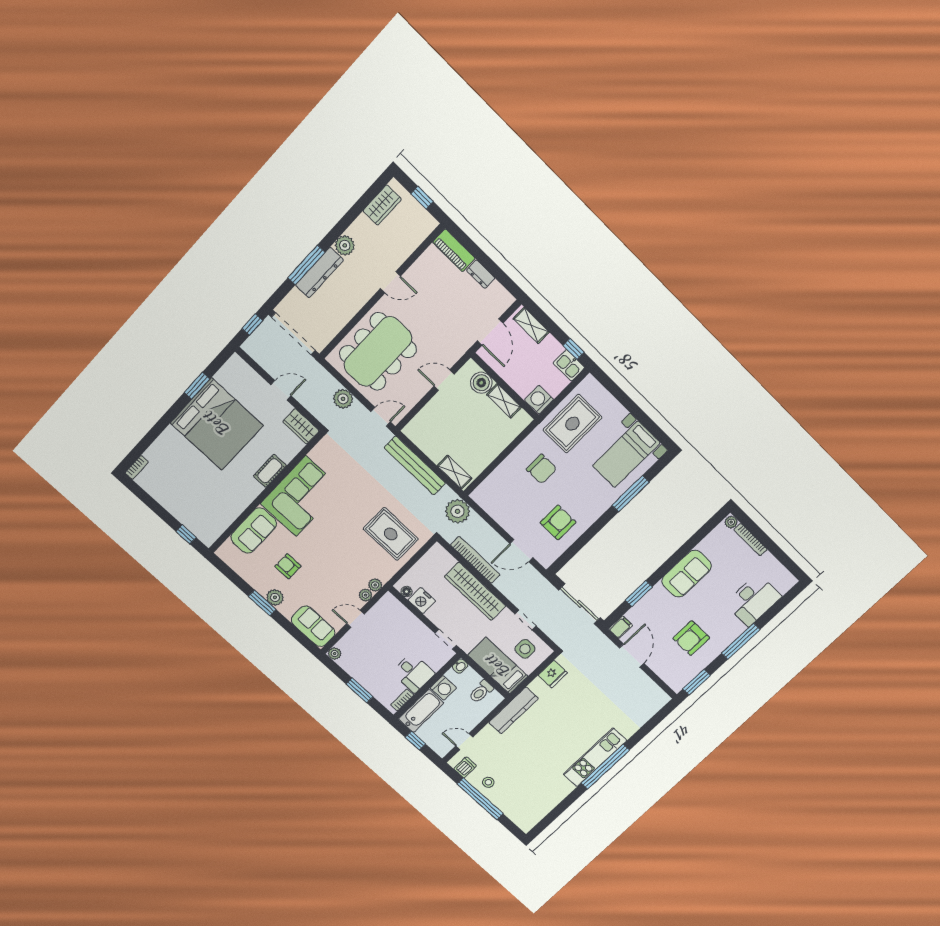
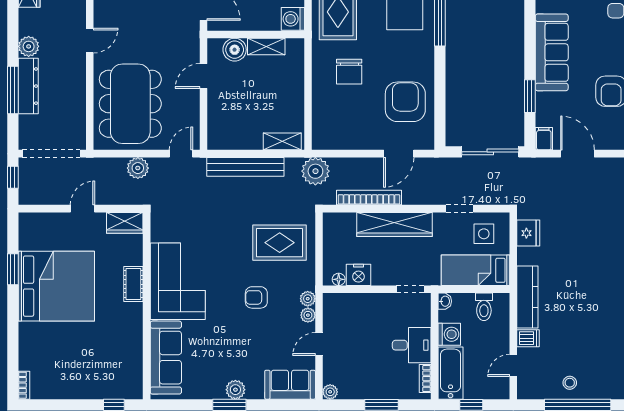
chair: (541, 469) -> (349, 72), turned 90
armchair: (558, 522) -> (405, 102), width x1.36, depth x1.36
sofa: (254, 531) -> (166, 358), width x1.36
armchair: (288, 566) -> (256, 297), moved
sofa: (687, 574) -> (552, 52), width x1.36
dishwasher: (465, 767) -> (528, 338), moved, turned 90

